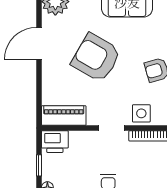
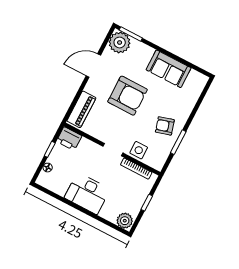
armchair: (96, 58) -> (128, 96), turned 150
piano: (64, 116) -> (81, 109), moved, turned 90

